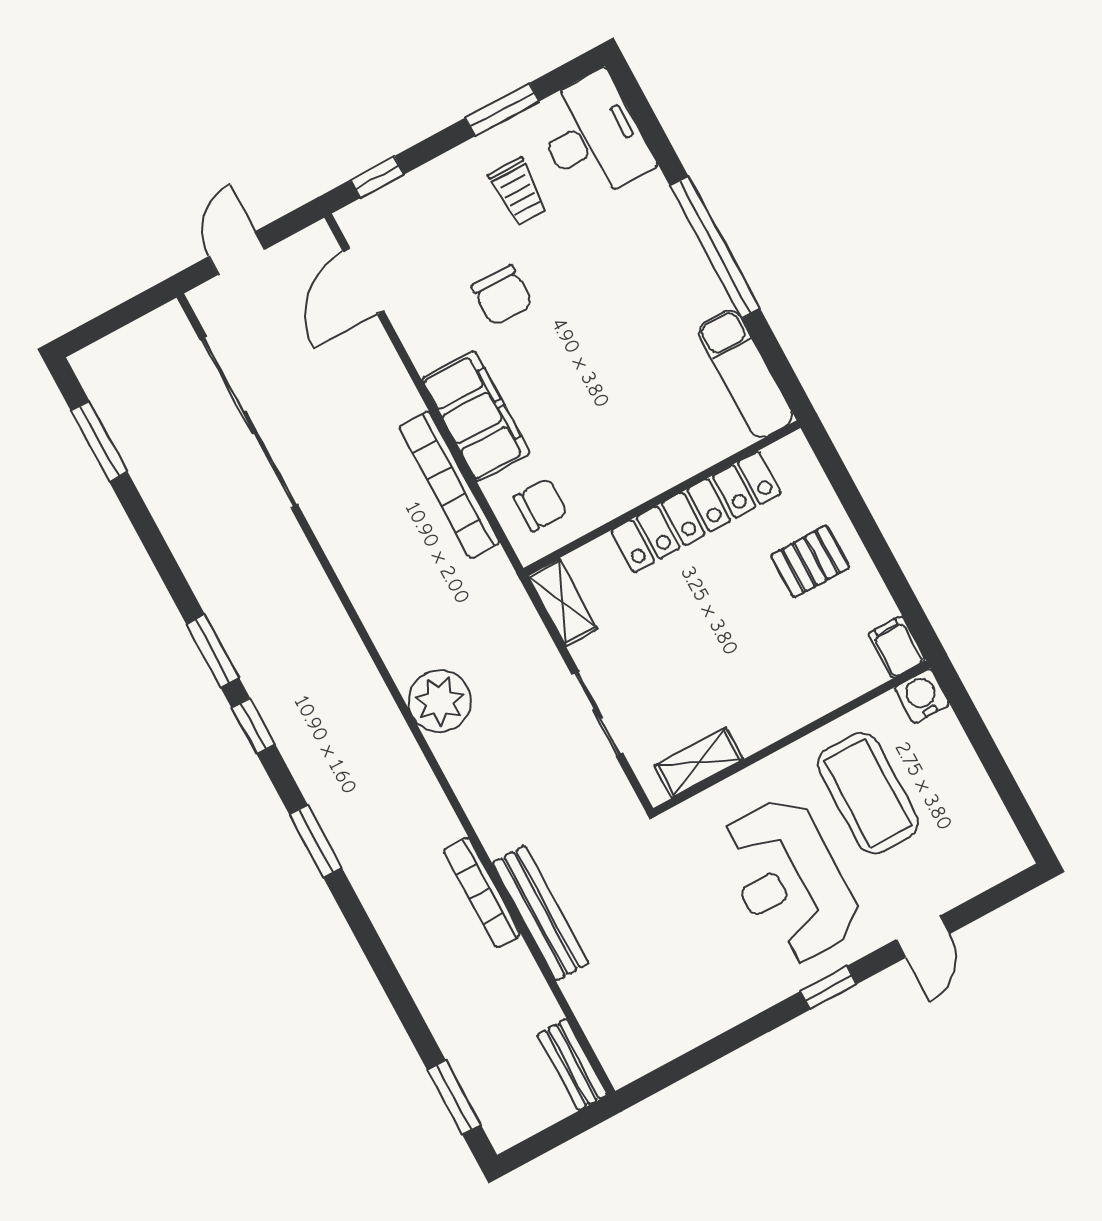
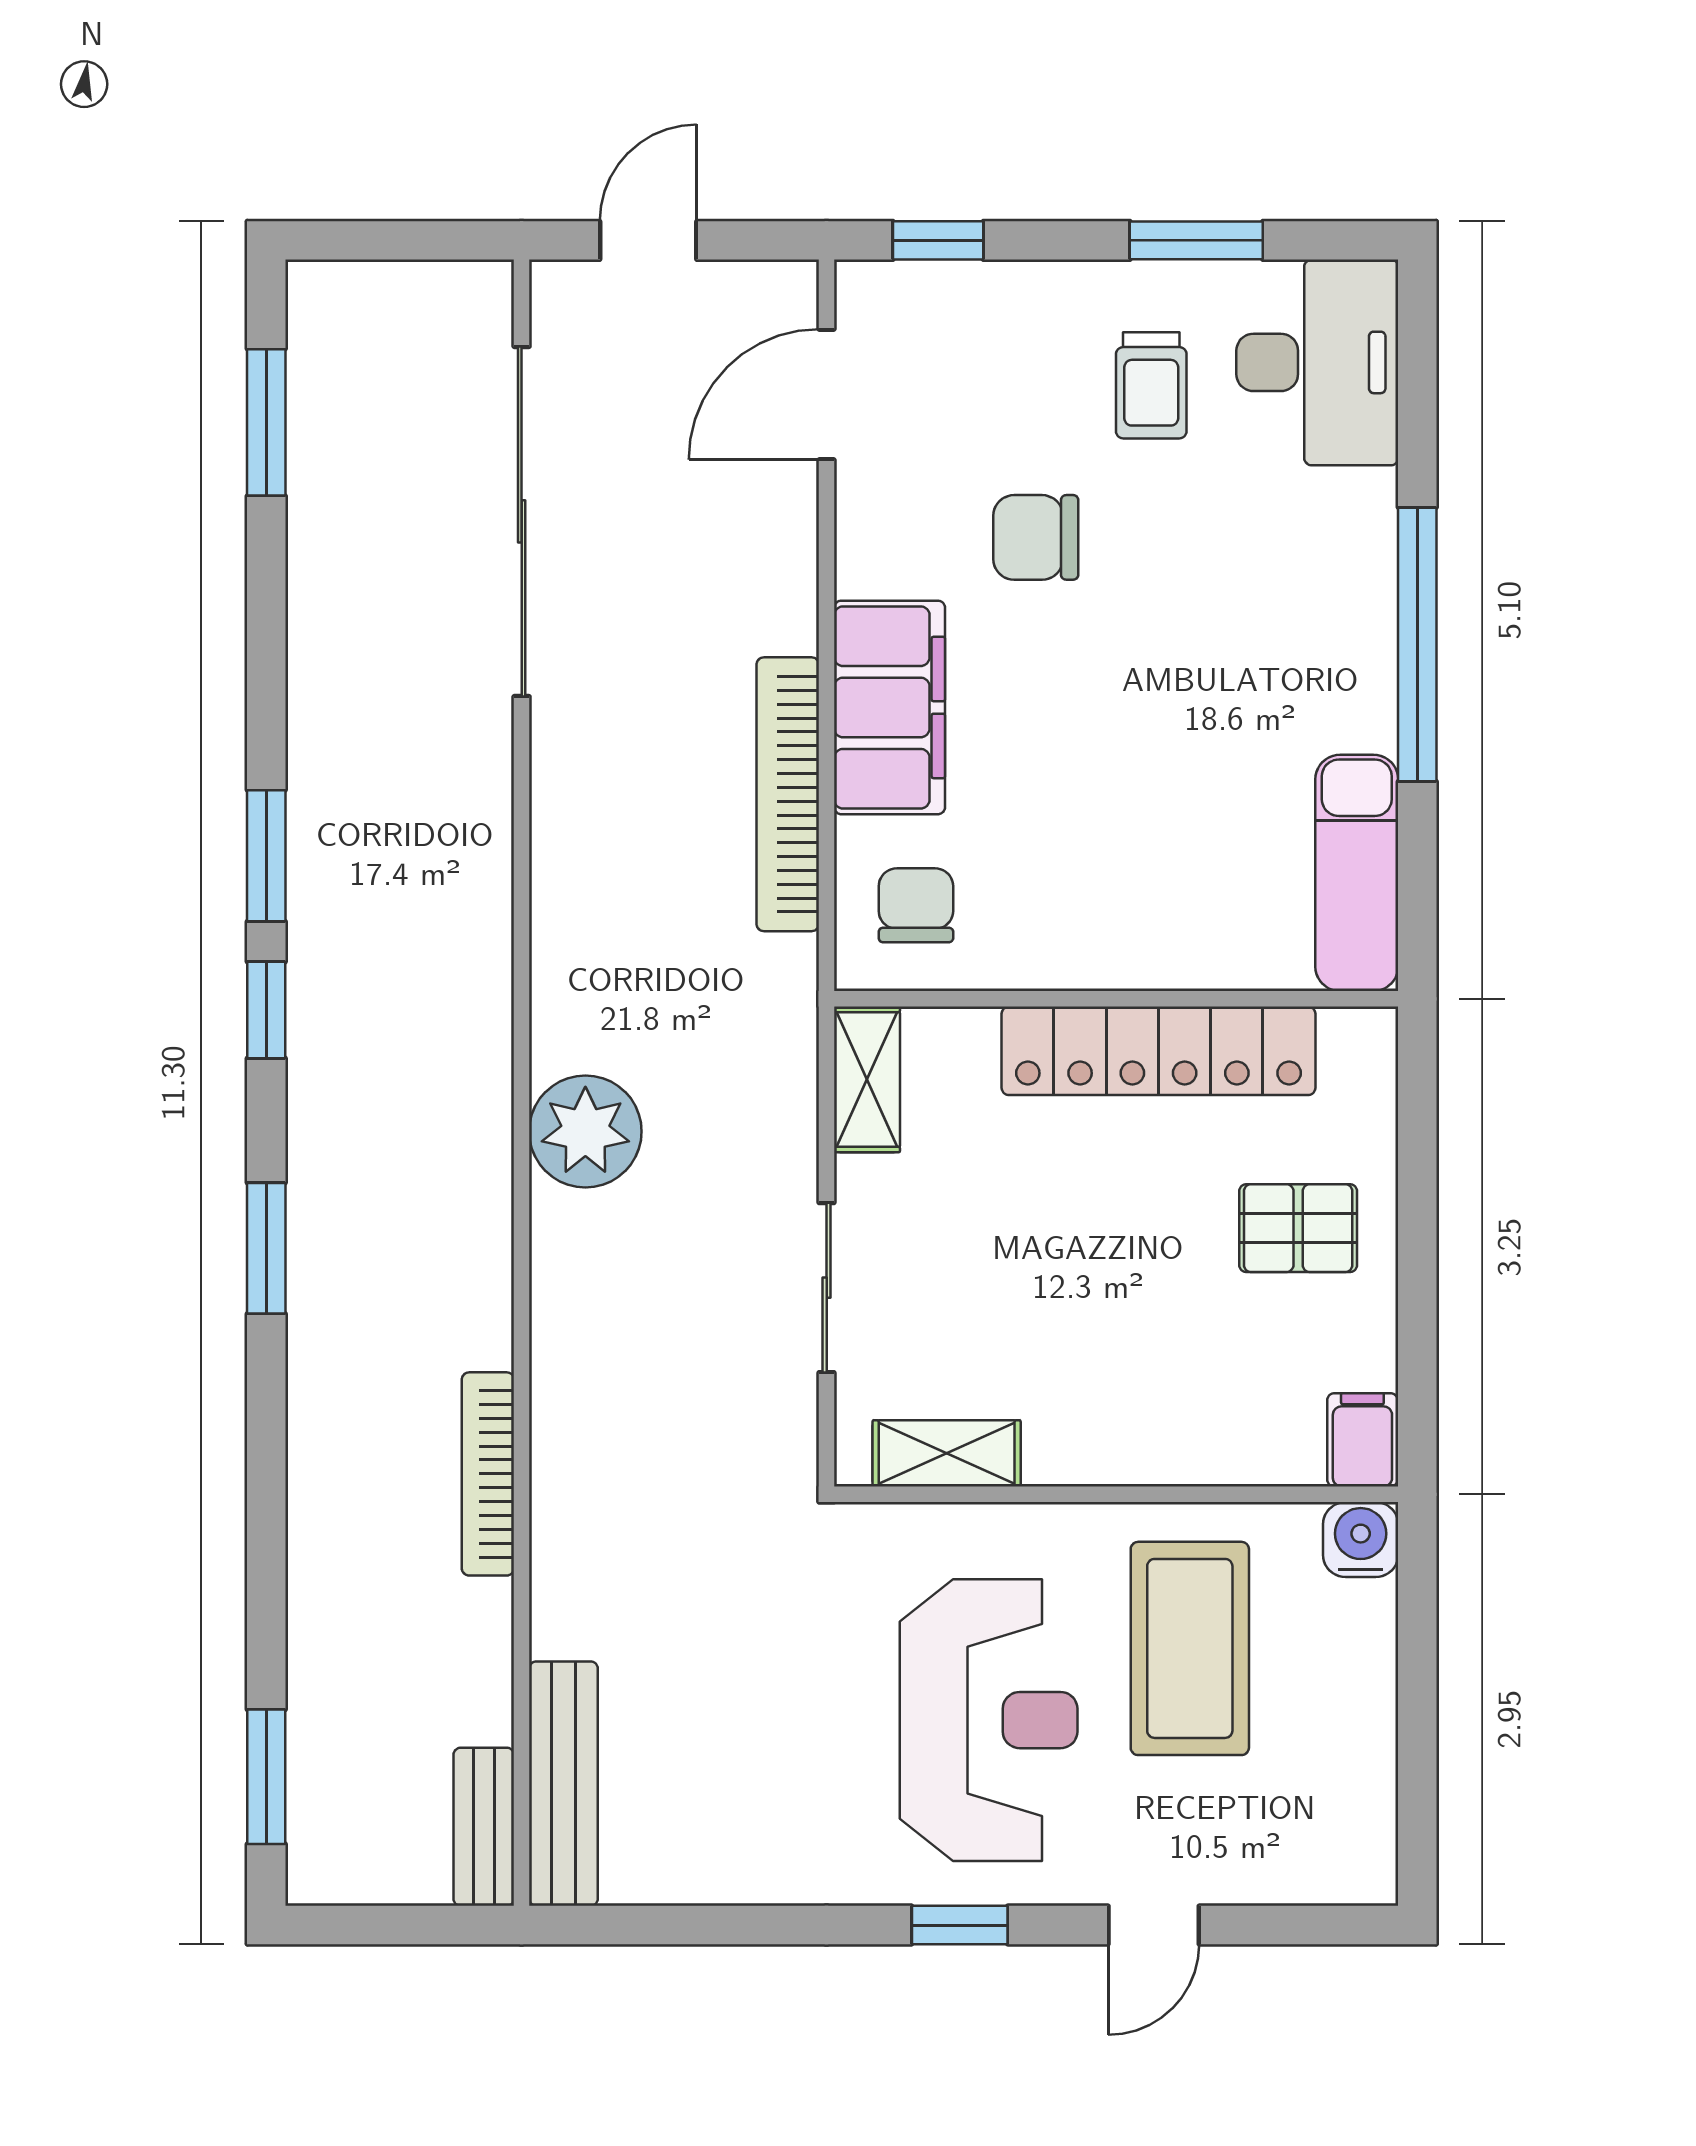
chair: (502, 295) -> (1036, 537), turned 90
chair: (540, 505) -> (916, 905), turned -90
reception desk: (789, 881) -> (989, 1720), turned 180
bench: (540, 913) -> (563, 1784), moved

